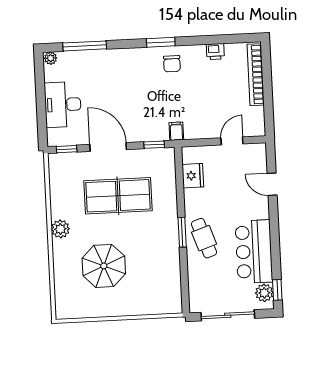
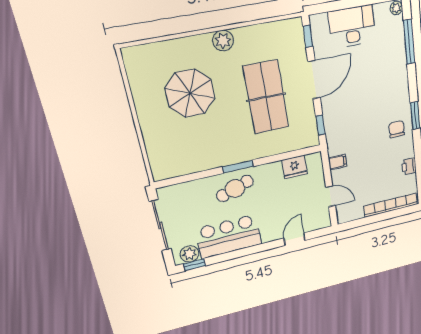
chair: (172, 64) -> (397, 129), turned 90
filing cabinet: (176, 131) -> (337, 162), moved

